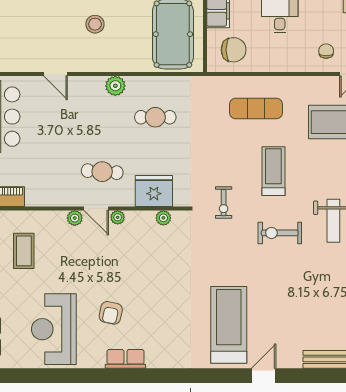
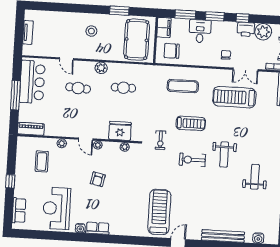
chair: (234, 50) -> (172, 51), turned 180
treadmill: (273, 171) -> (191, 123), turned 90
cafe table: (102, 172) -> (78, 88), moved
plant: (75, 218) -> (62, 143), moved
armchair: (111, 313) -> (98, 179), moved
water cooler: (96, 361) -> (80, 228), added

